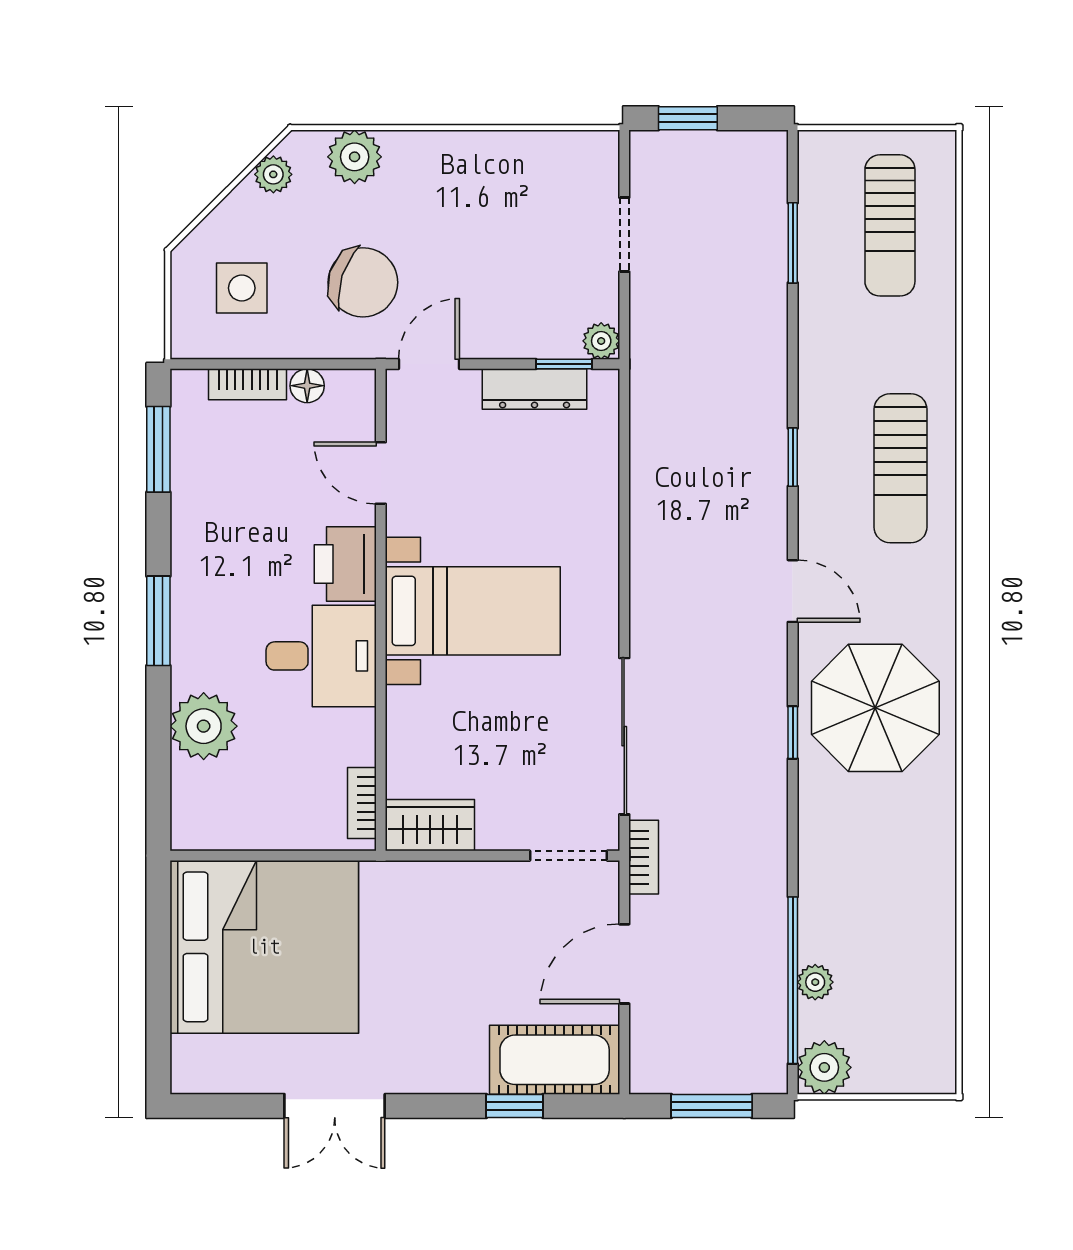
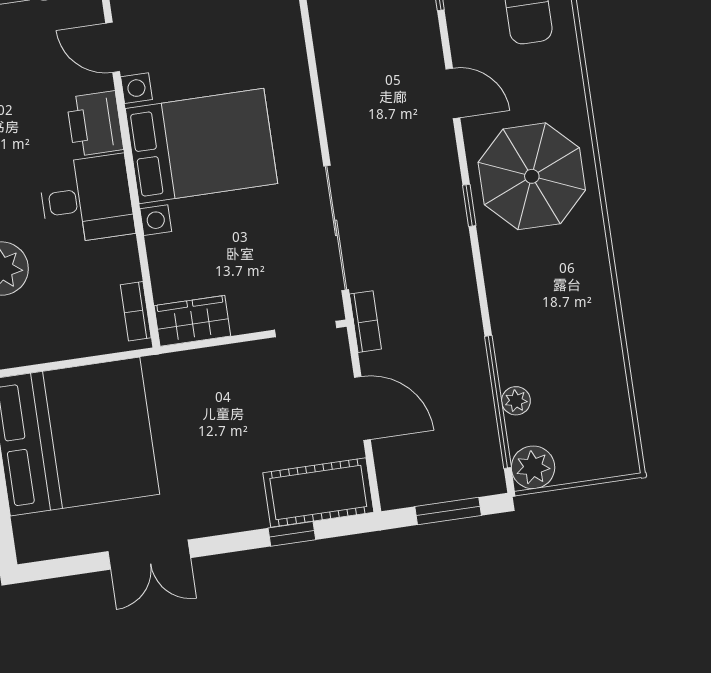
bed with nightstands: (473, 611) -> (201, 146), width x1.36
door: (624, 964) -> (362, 408), swing flipped

